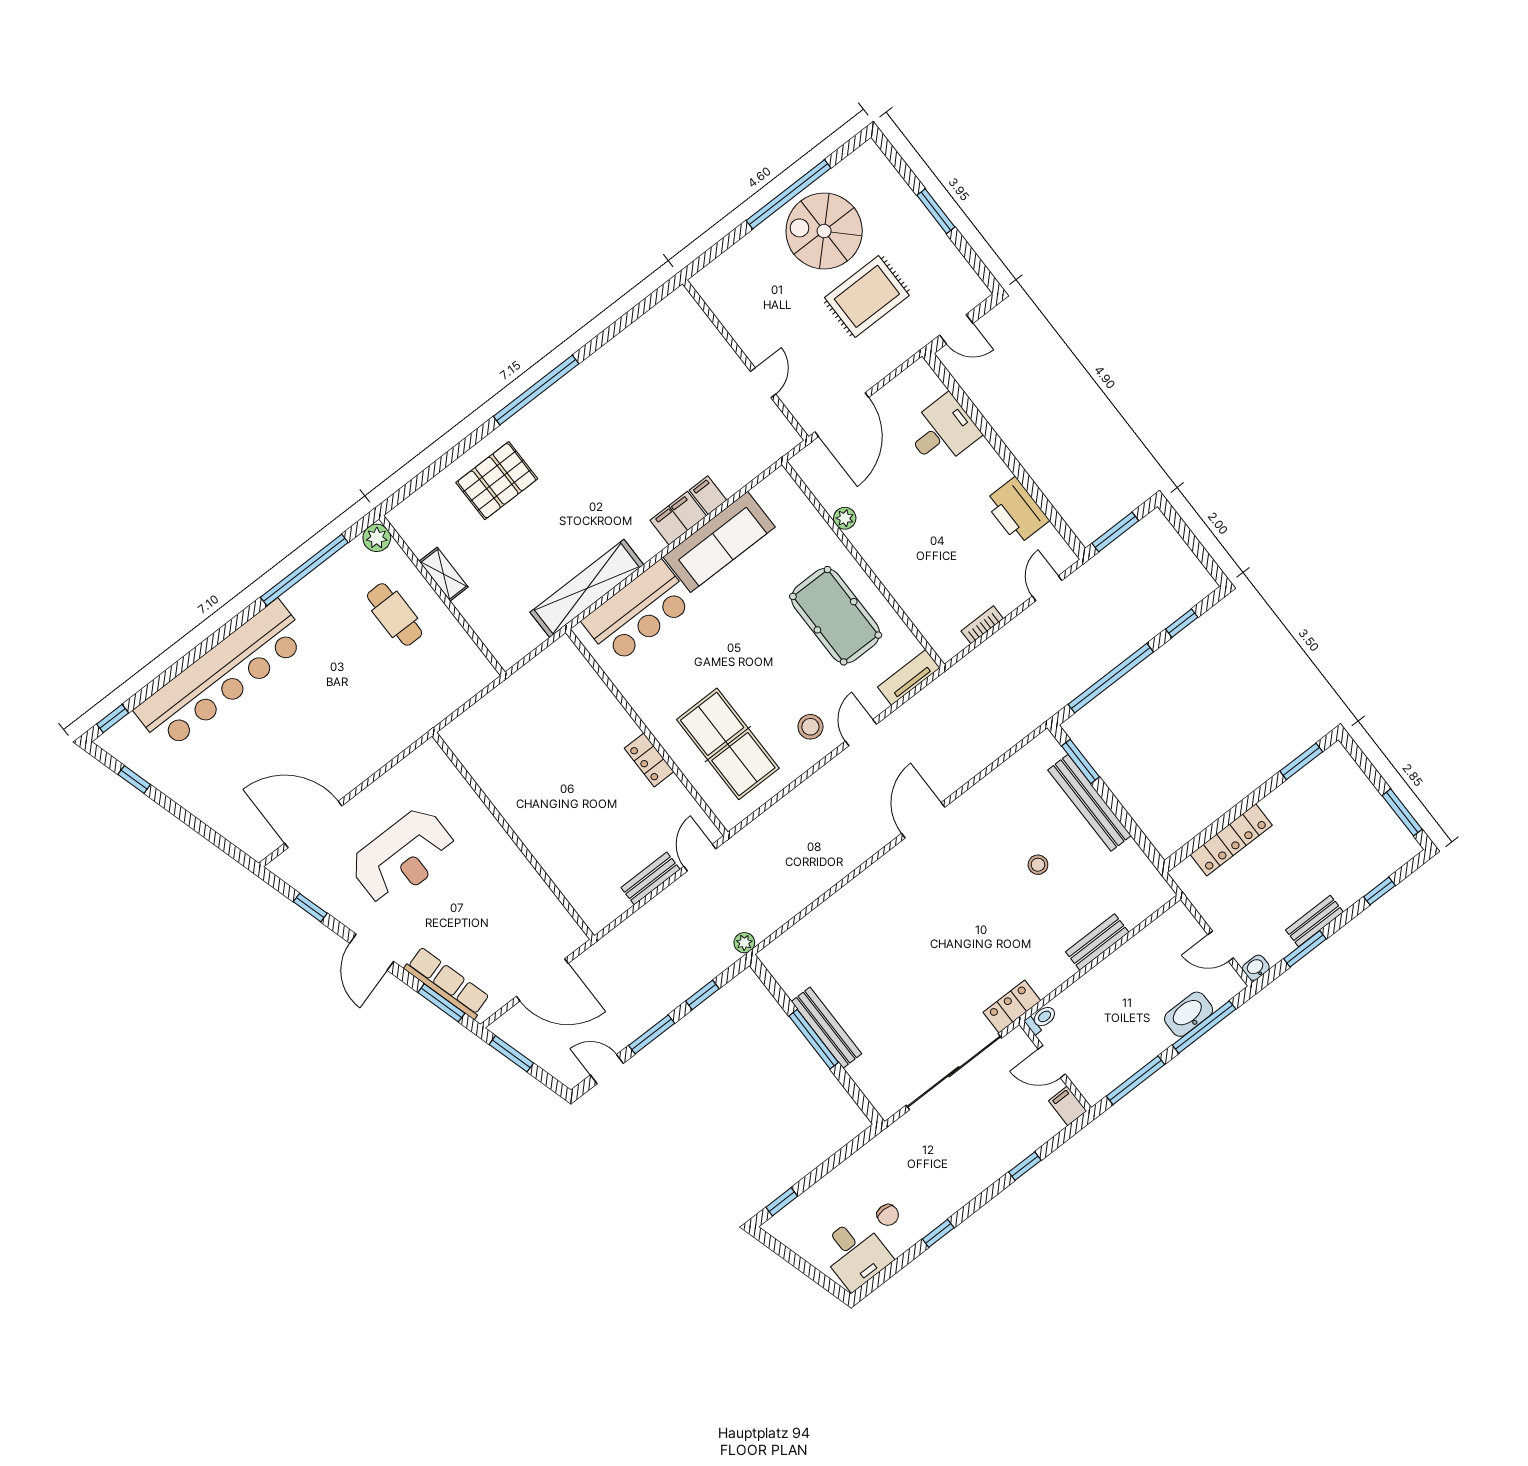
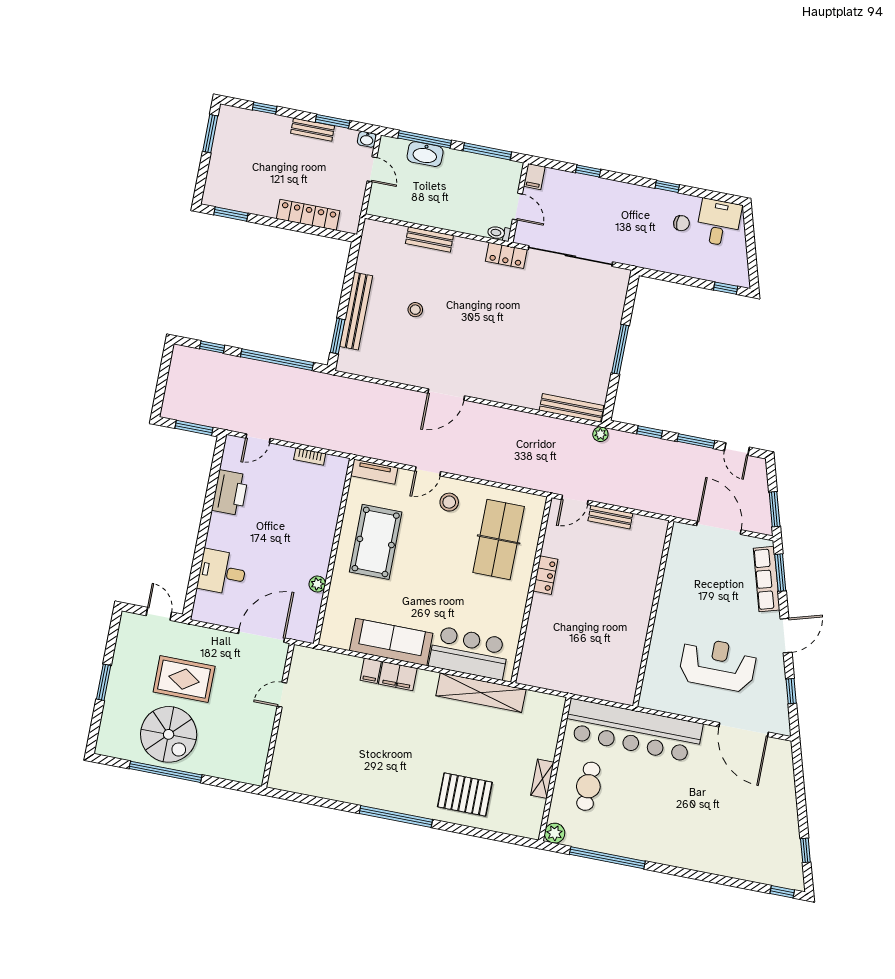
bar counter: (222, 675) -> (633, 731), moved, turned 180
bench: (826, 1028) -> (571, 408), moved, turned 90
chair: (888, 1215) -> (681, 223), turned 90

